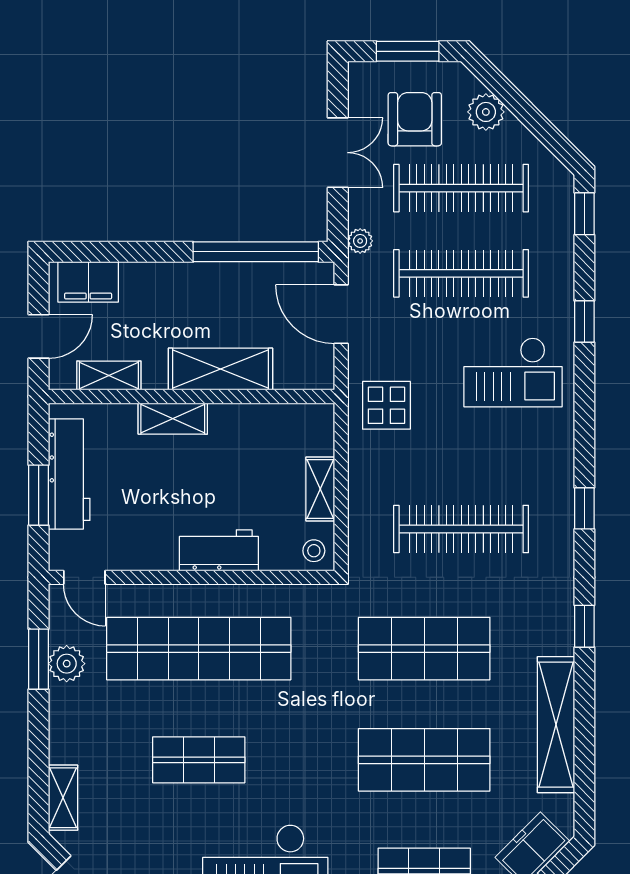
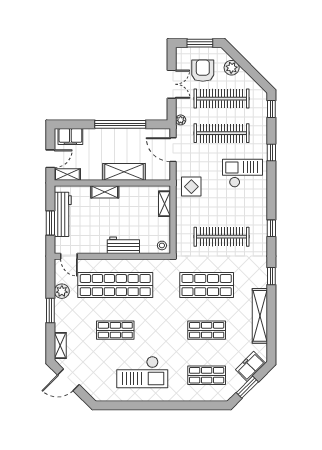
window: (256, 252) -> (120, 124), moved
checkout: (513, 372) -> (243, 173), turned 180
shelving: (109, 375) -> (67, 174), moved
shelving: (320, 489) -> (164, 204), moved
window: (39, 659) -> (50, 311), moved
shop shelf: (424, 760) -> (207, 330), width x0.70, depth x0.74

